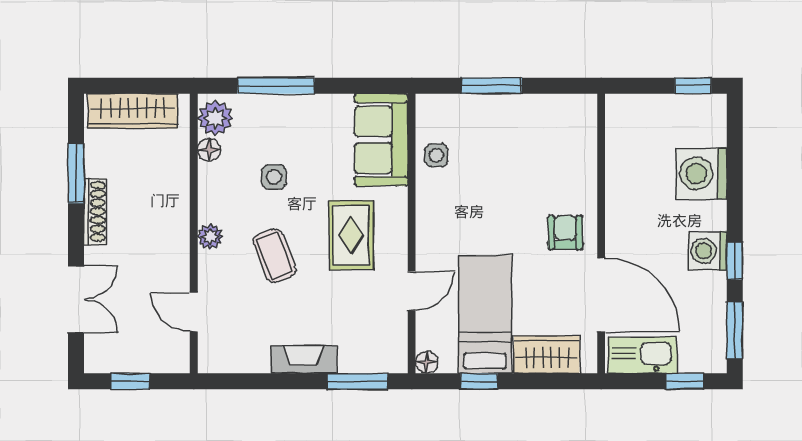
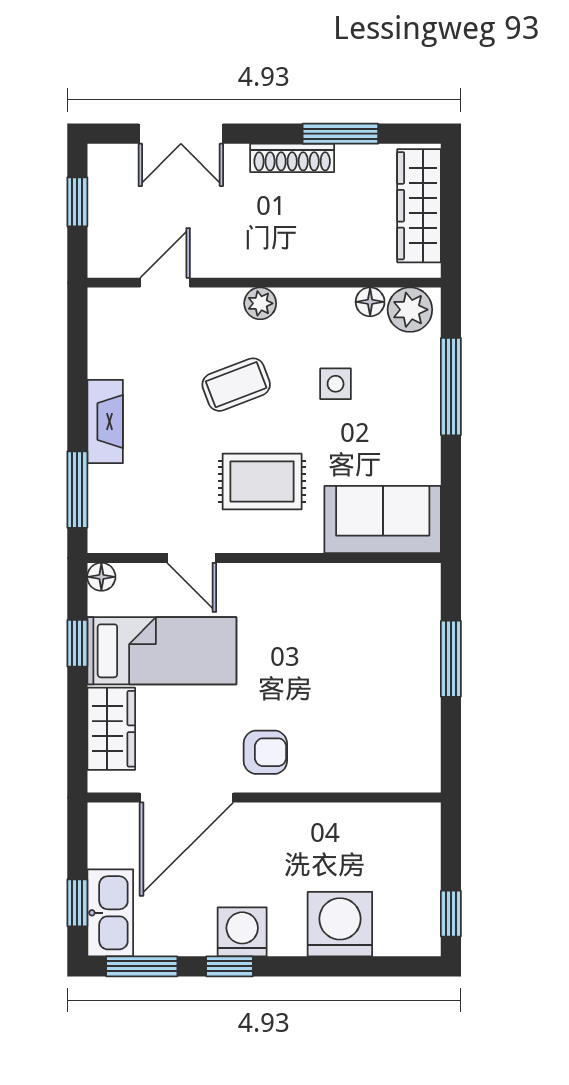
side table: (436, 155) -> (363, 589), removed
kitchen sink: (642, 355) -> (110, 913), moved

